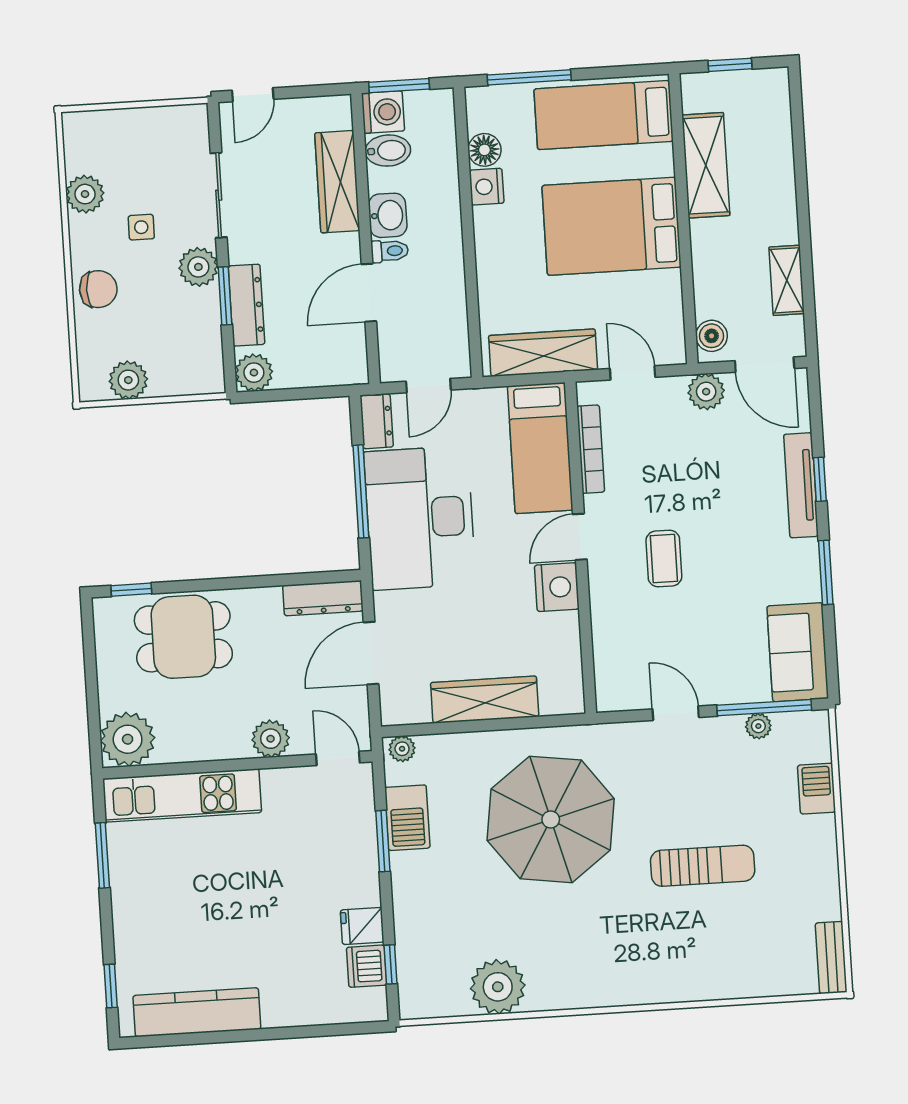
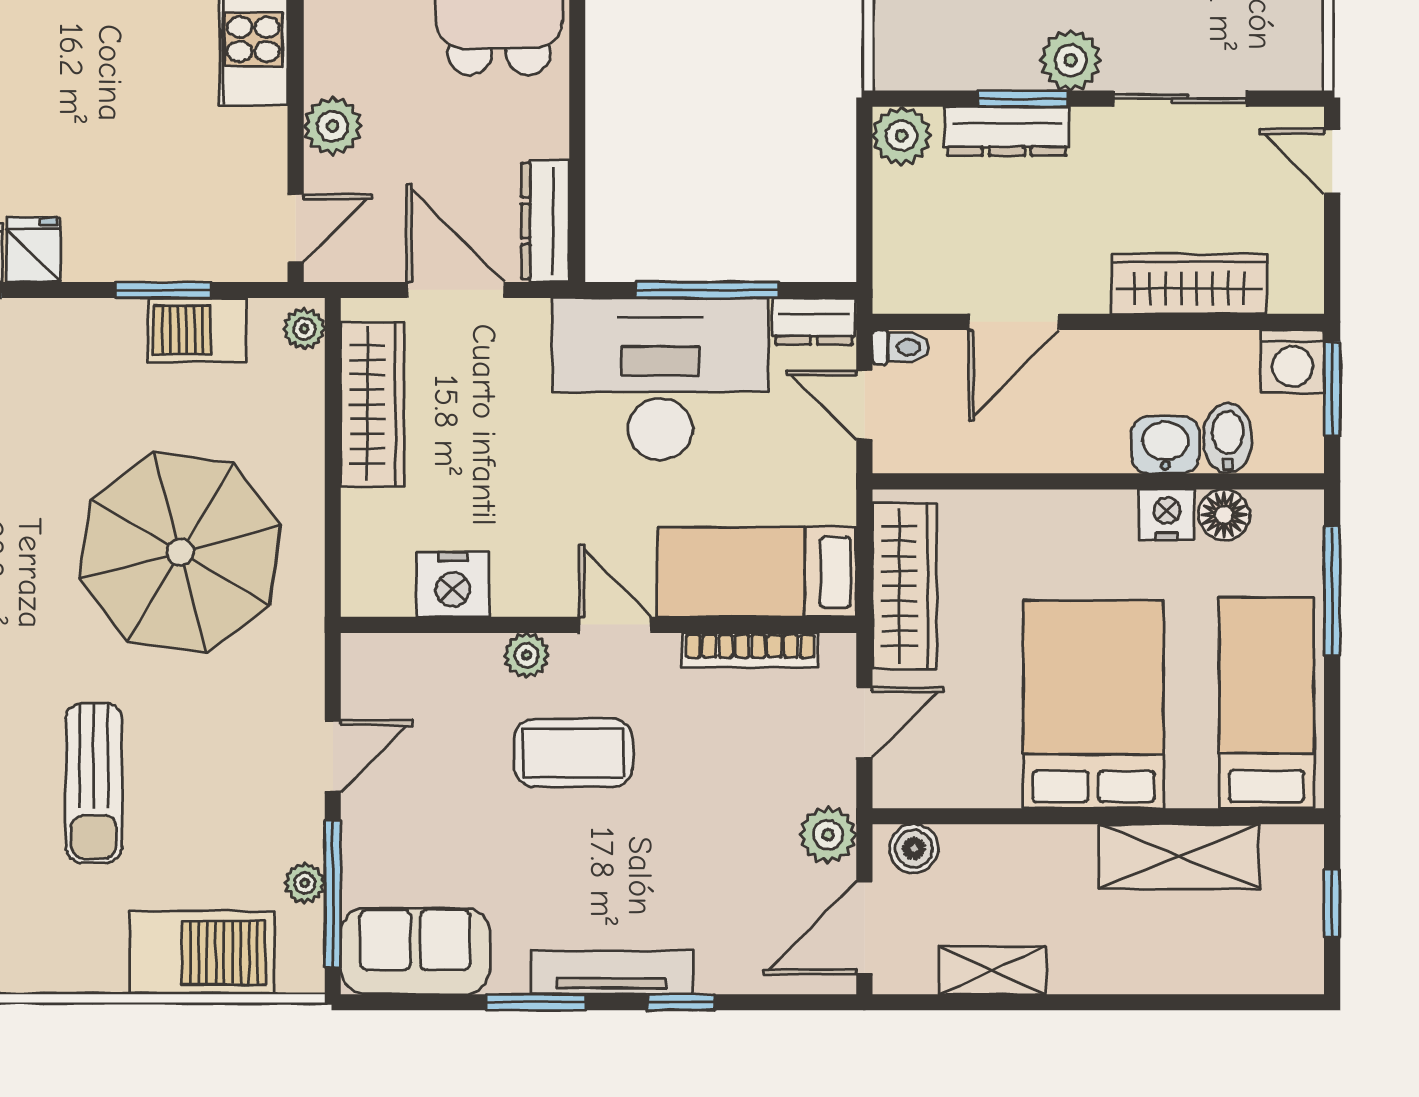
bidet: (388, 151) -> (1228, 438), moved, turned 180
washbasin: (388, 215) -> (1165, 445), moved, turned 180
toilet: (390, 251) -> (901, 347), moved, turned -90
door: (369, 293) -> (1014, 322), swing flipped
tv unit: (801, 485) -> (612, 972), moved
coffee table: (664, 559) -> (574, 753), width x1.36, depth x1.30
nightstand: (557, 587) -> (453, 584), moved
plant: (603, 593) -> (527, 655), added
wardrobe: (485, 700) -> (372, 404), moved
barbecue: (817, 789) -> (202, 953), width x1.88, depth x1.53

